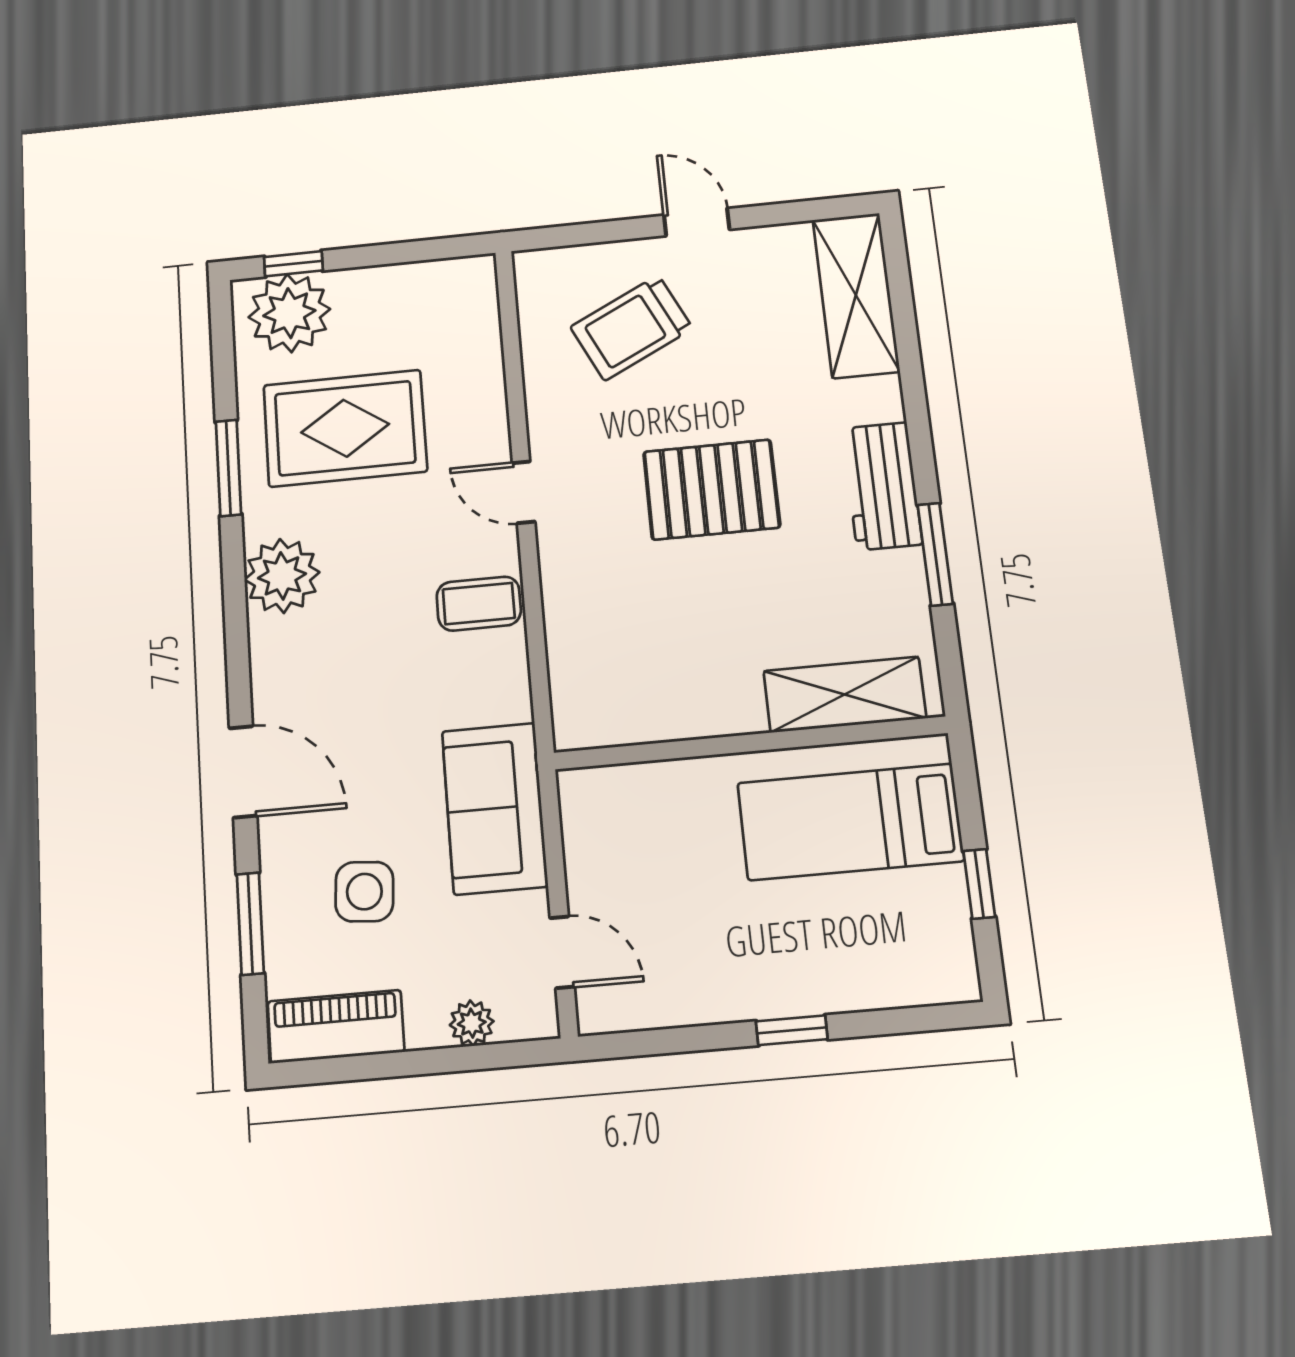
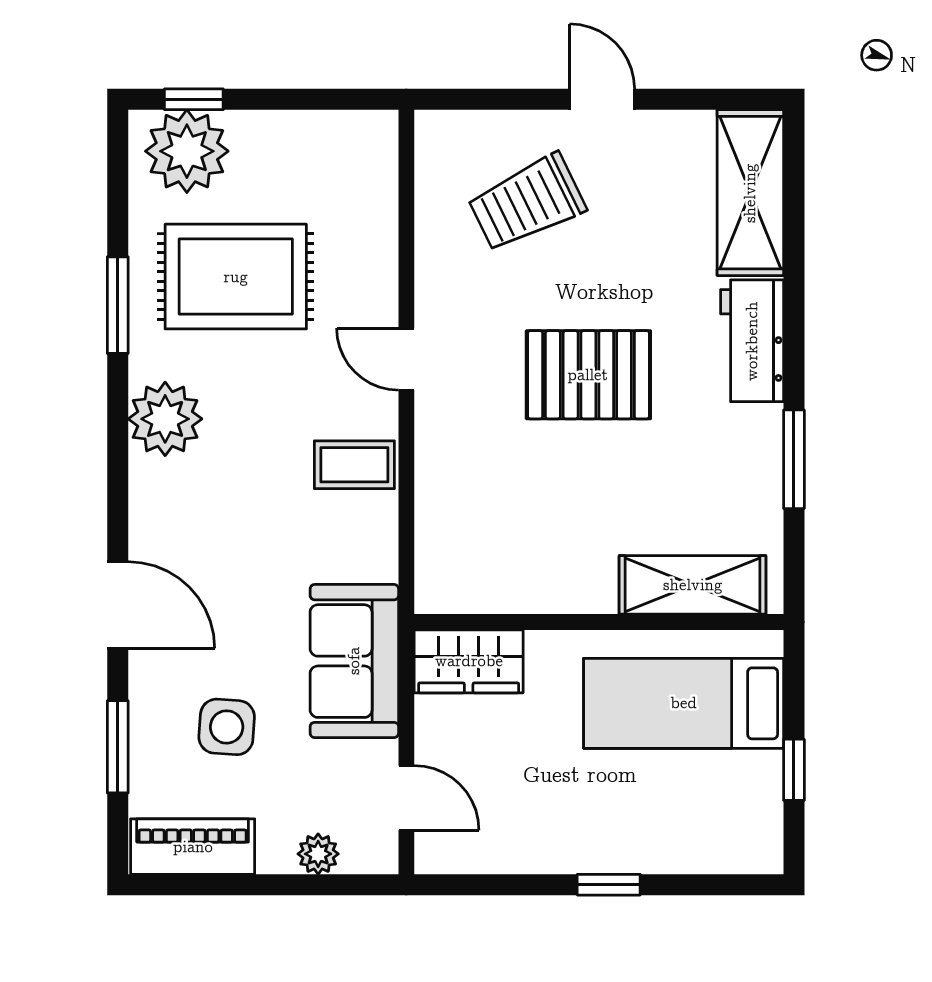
workbench: (882, 486) -> (752, 341), moved
wardrobe: (616, 798) -> (469, 661), added

